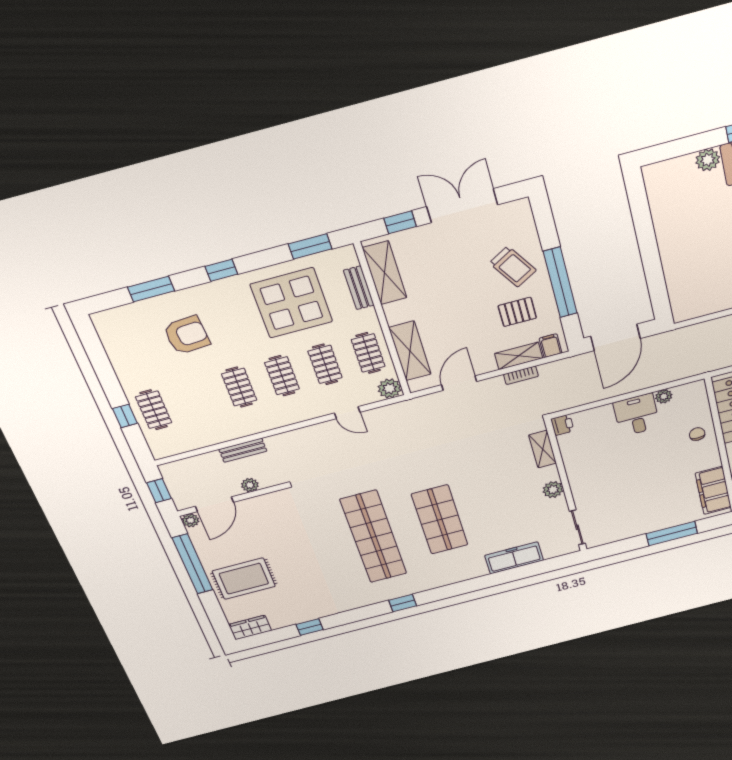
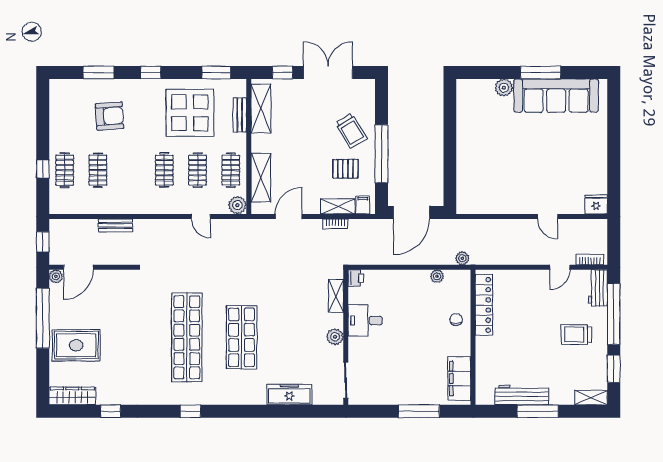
clothes rail: (239, 387) -> (98, 170), moved
desk: (637, 415) -> (365, 320), moved, turned -90
plant: (250, 485) -> (462, 258), moved
wardrobe: (250, 628) -> (72, 396), width x1.50

